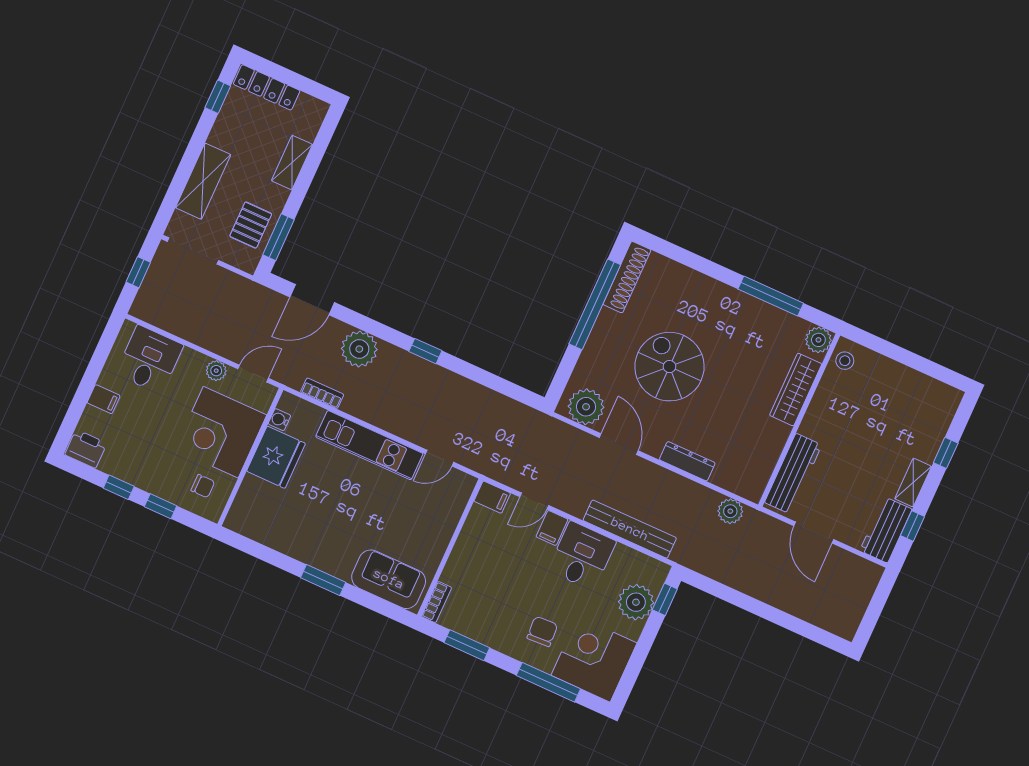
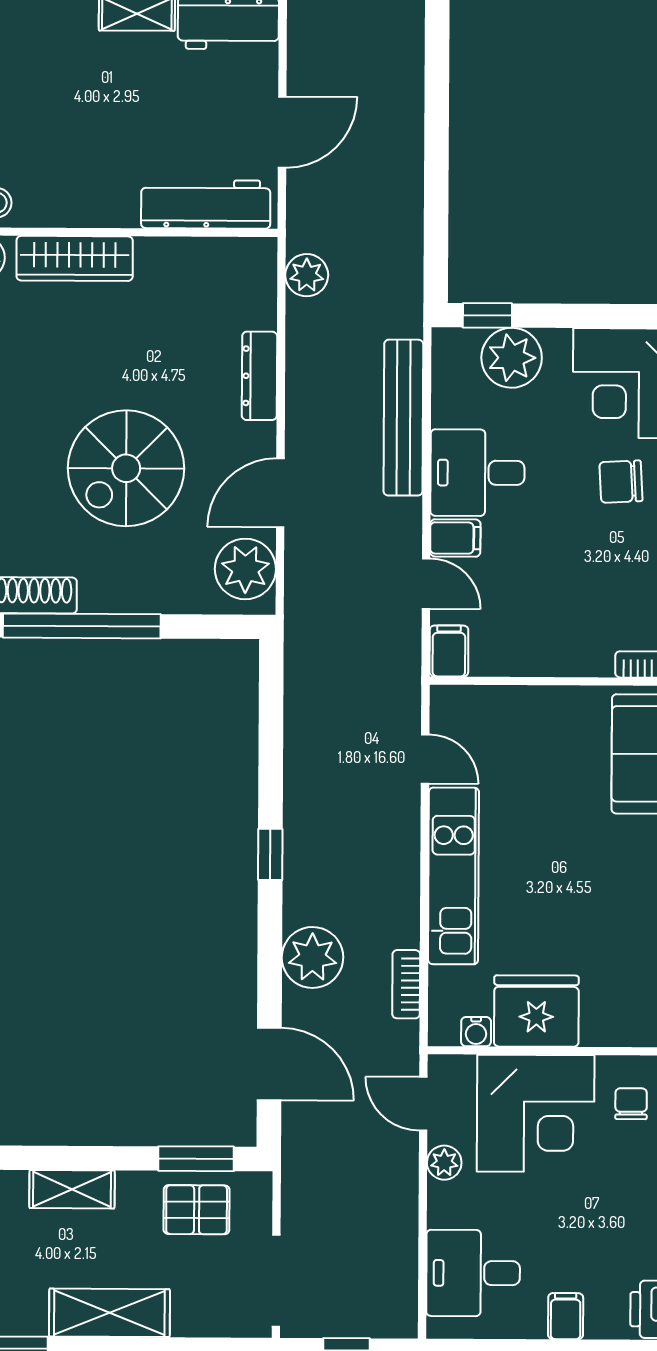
shelving: (203, 181) -> (109, 1313), moved

